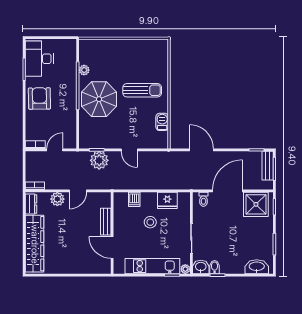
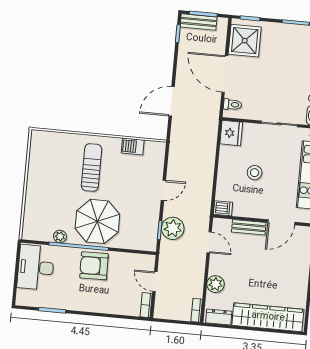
desk: (39, 59) -> (36, 267), moved, turned 90
armchair: (39, 98) -> (94, 266), moved
door: (78, 191) -> (209, 242), moved
dishwasher: (134, 199) -> (223, 208), moved
fridge: (167, 200) -> (231, 133), moved

